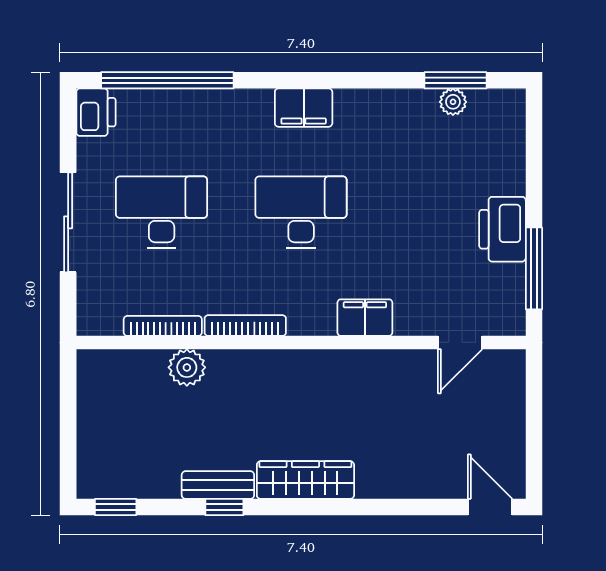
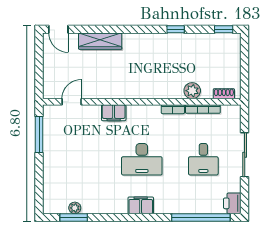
desk: (162, 212) -> (203, 159), width x0.73
printer: (503, 229) -> (53, 152), removed
bookcase: (245, 326) -> (173, 109), width x0.64
shoe rack: (115, 361) -> (224, 94), added
wardrobe: (305, 480) -> (100, 41), moved
bench: (218, 485) -> (178, 39), removed

